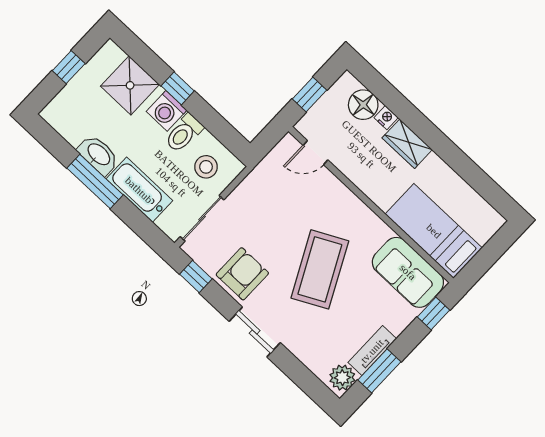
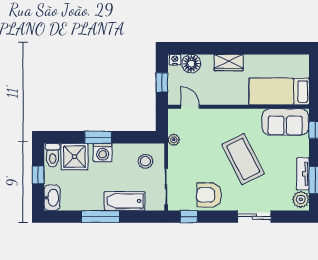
window: (178, 88) -> (98, 137), width x1.50
nightstand: (386, 118) -> (175, 60), moved
toilet: (184, 133) -> (53, 155), moved
door: (316, 153) -> (190, 107), swing flipped
washbasin: (98, 155) -> (52, 198), moved, turned 90
plant: (261, 173) -> (174, 140), added
armchair: (242, 274) -> (209, 195), turned -90
sliding door: (255, 332) -> (254, 217), moved

